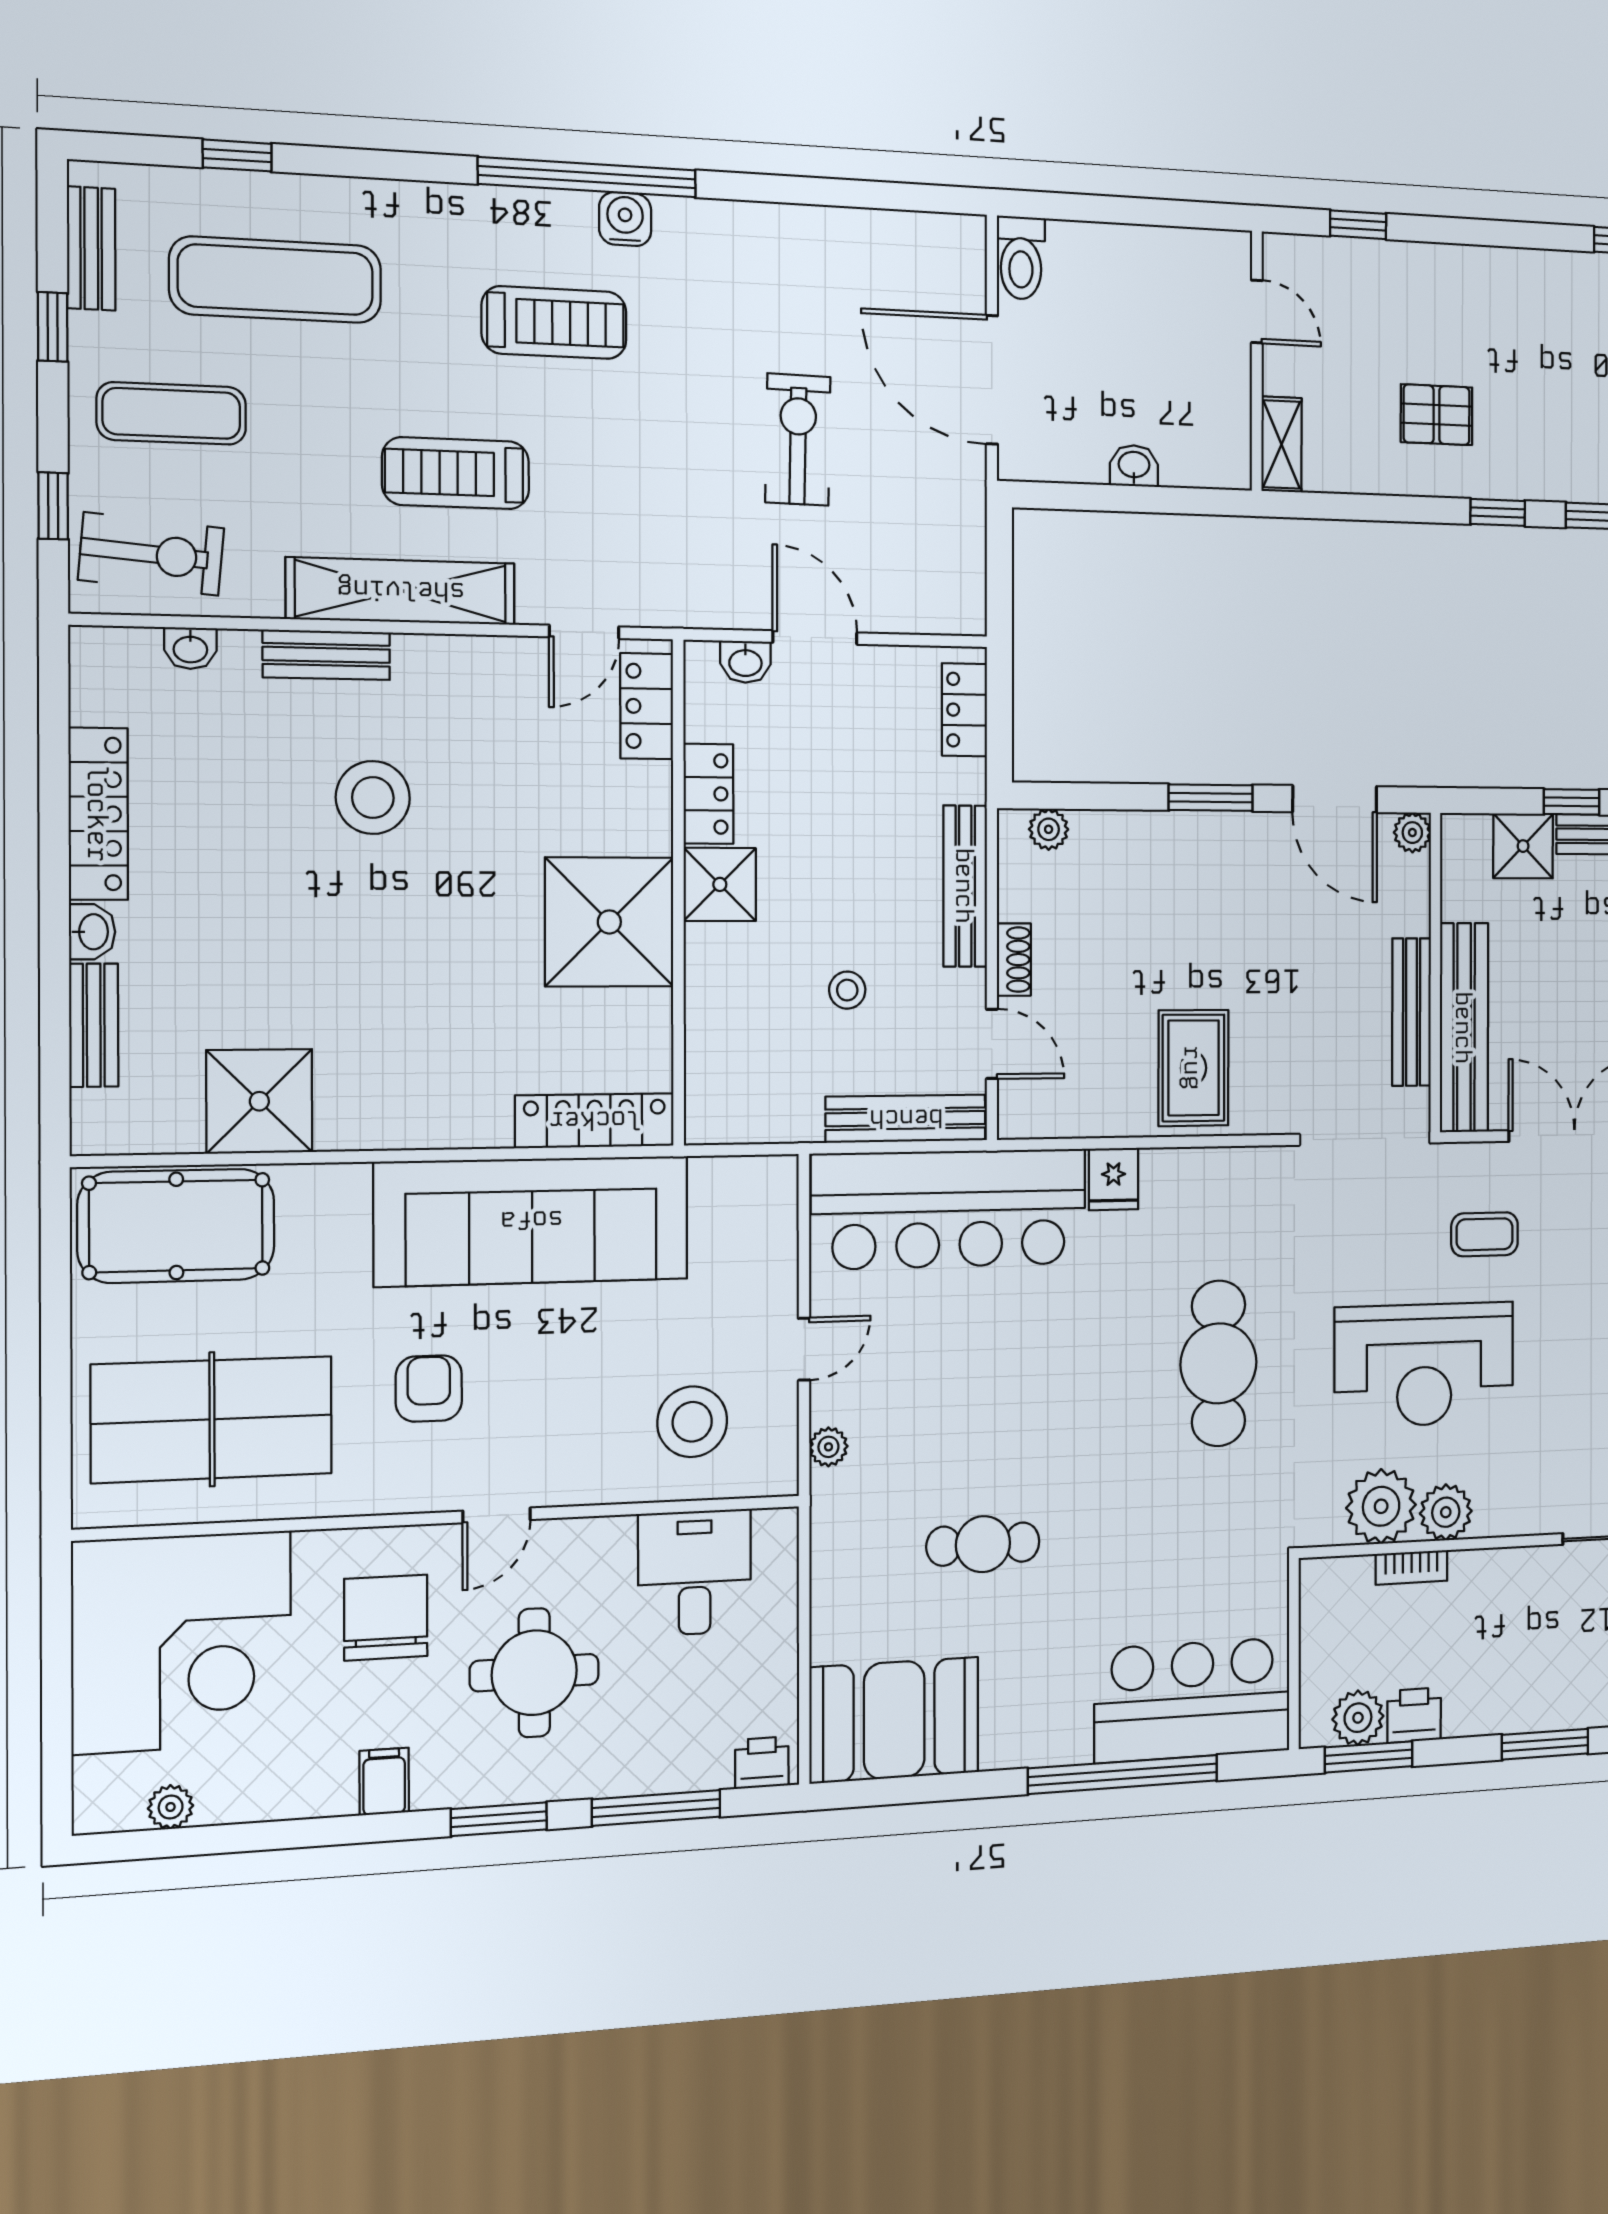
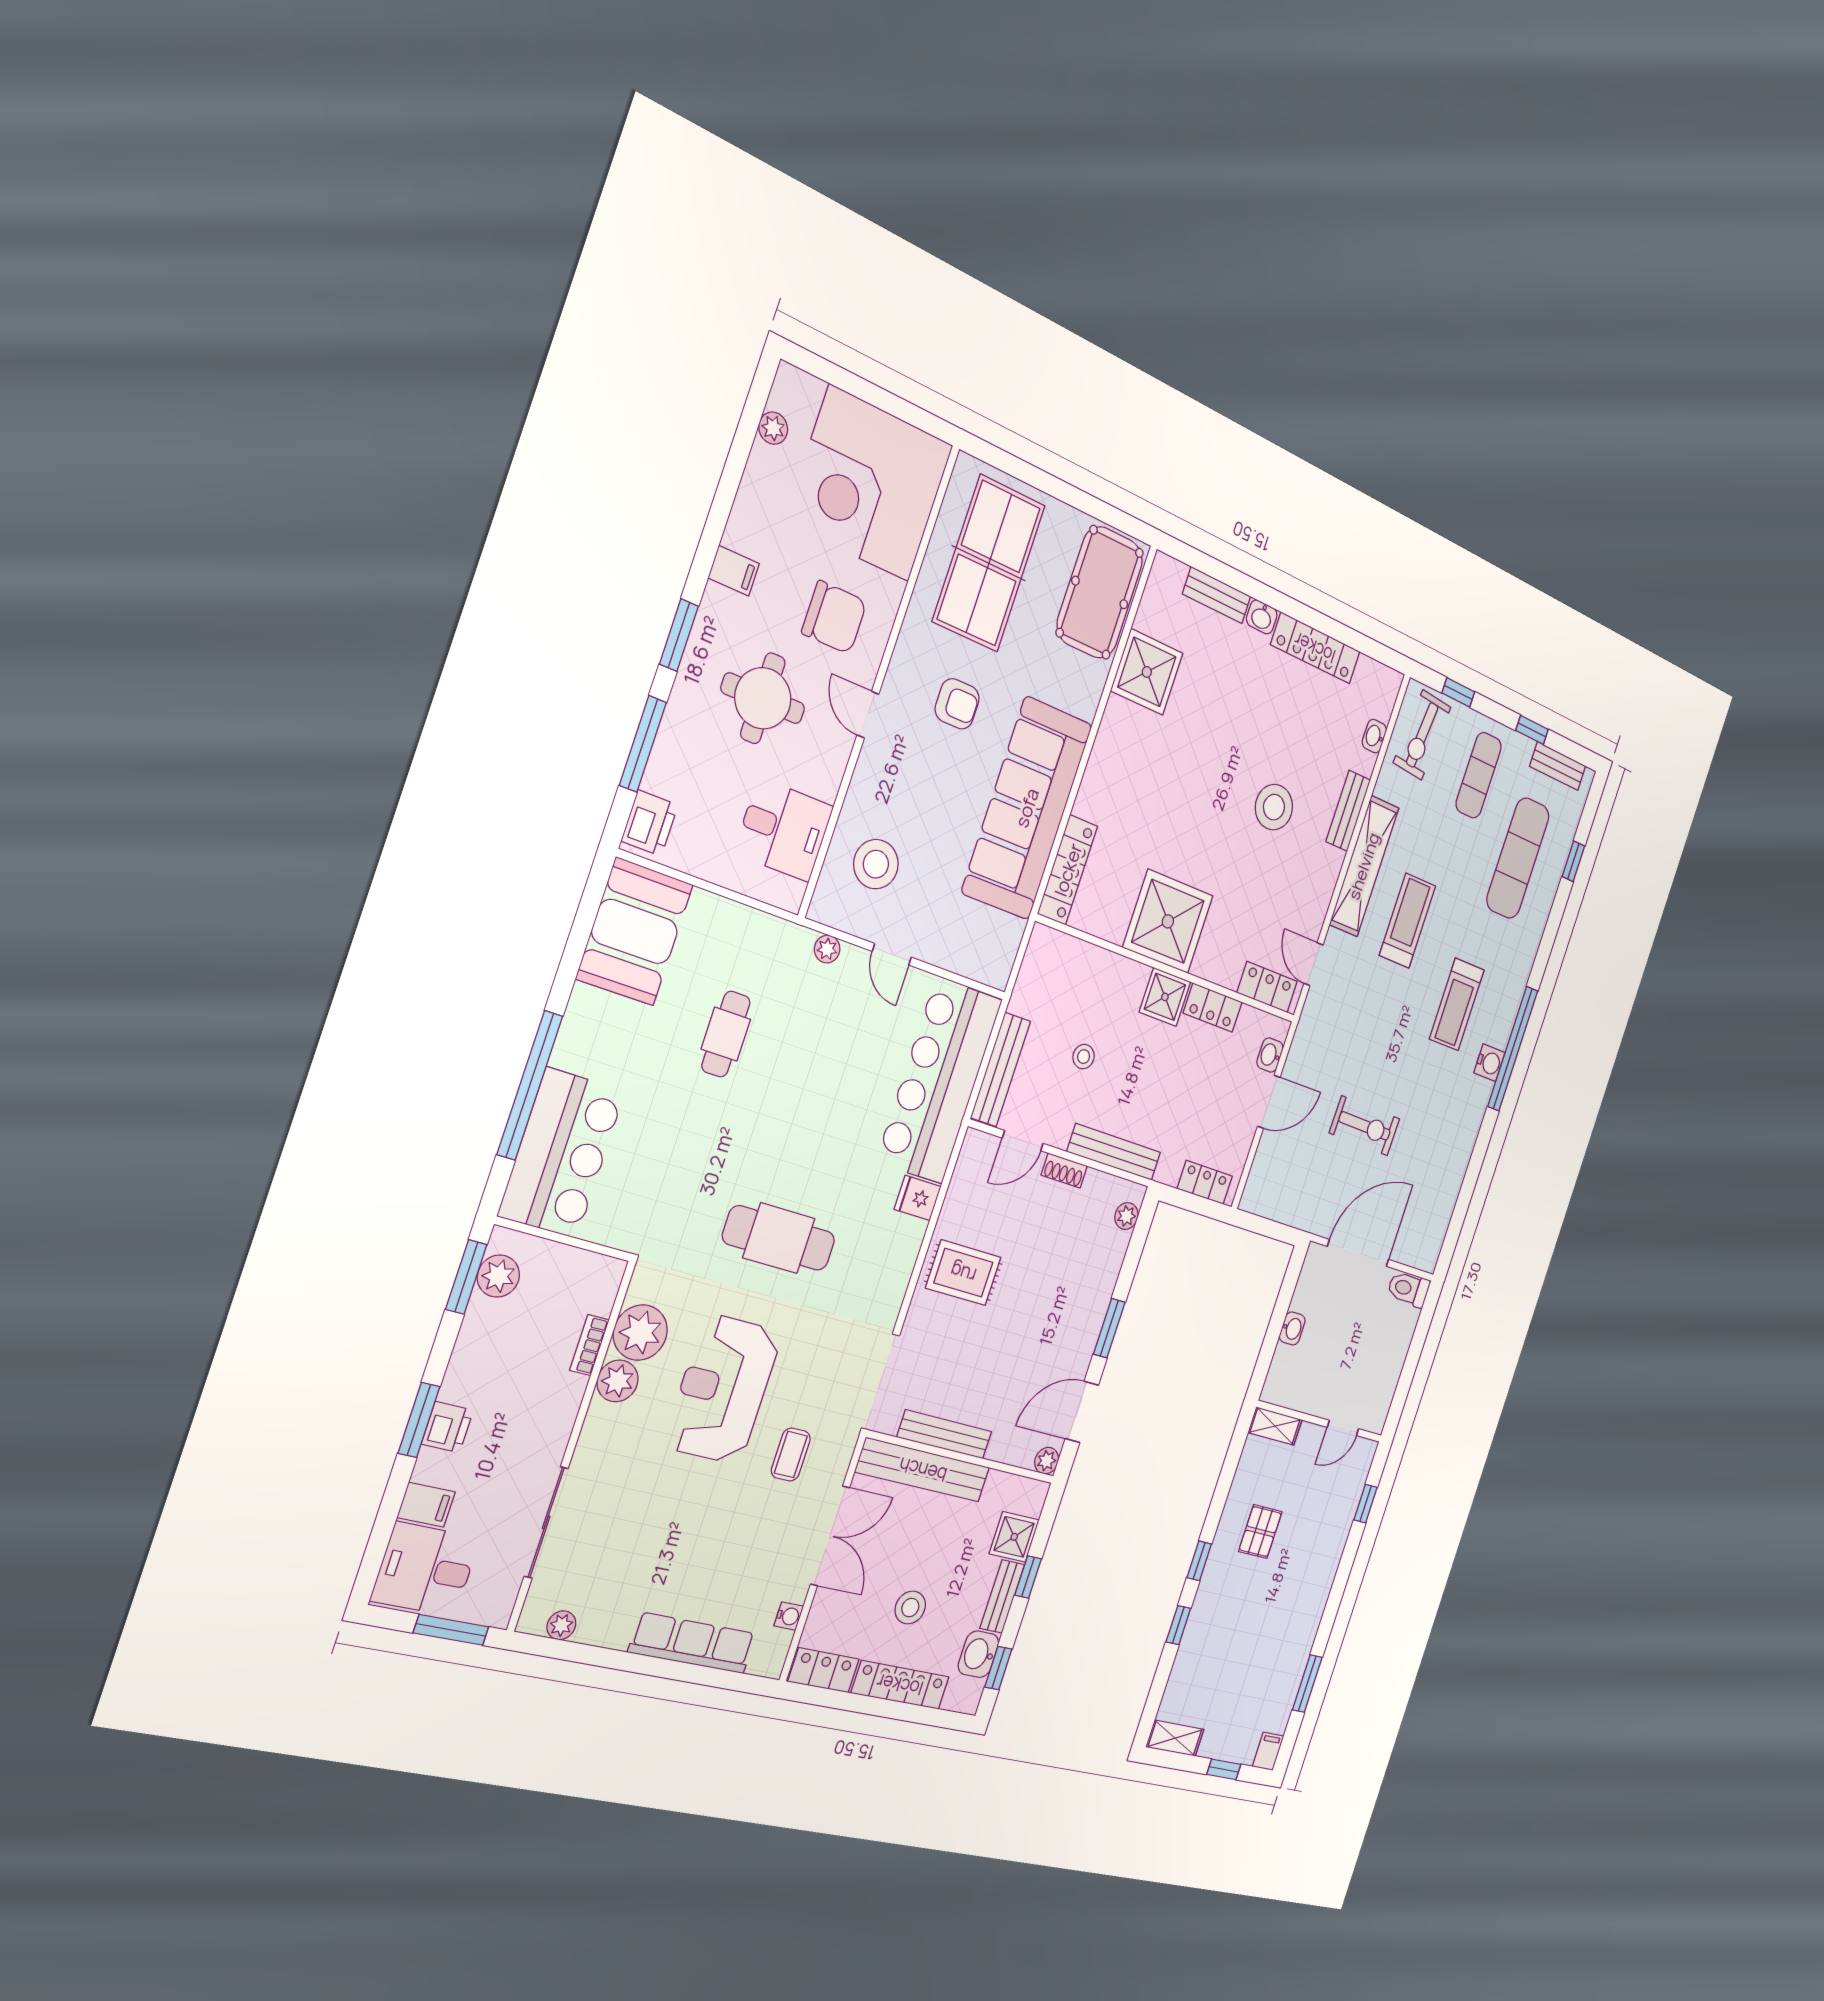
printer: (1414, 1715) -> (447, 1427), moved
printer: (762, 1763) -> (650, 823), width x1.36, depth x1.24

